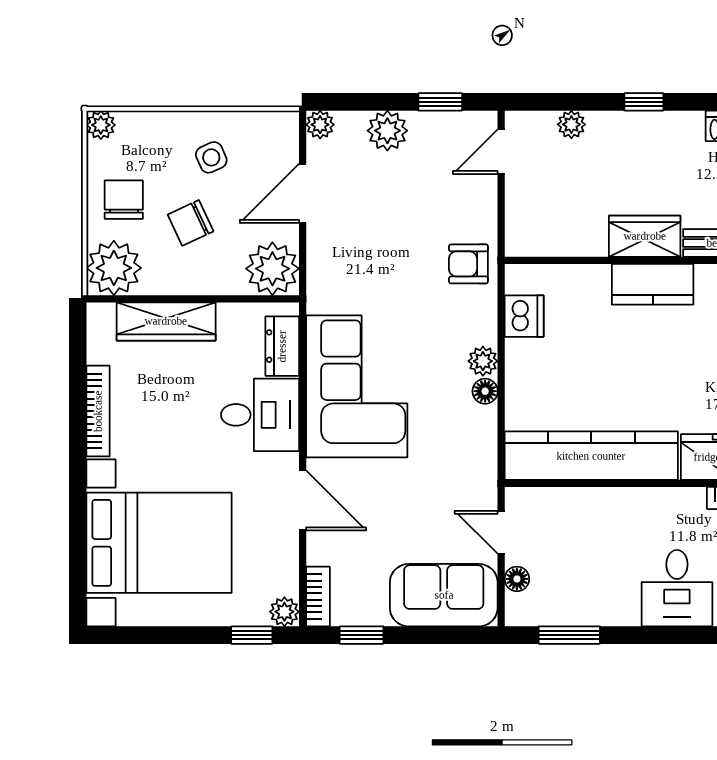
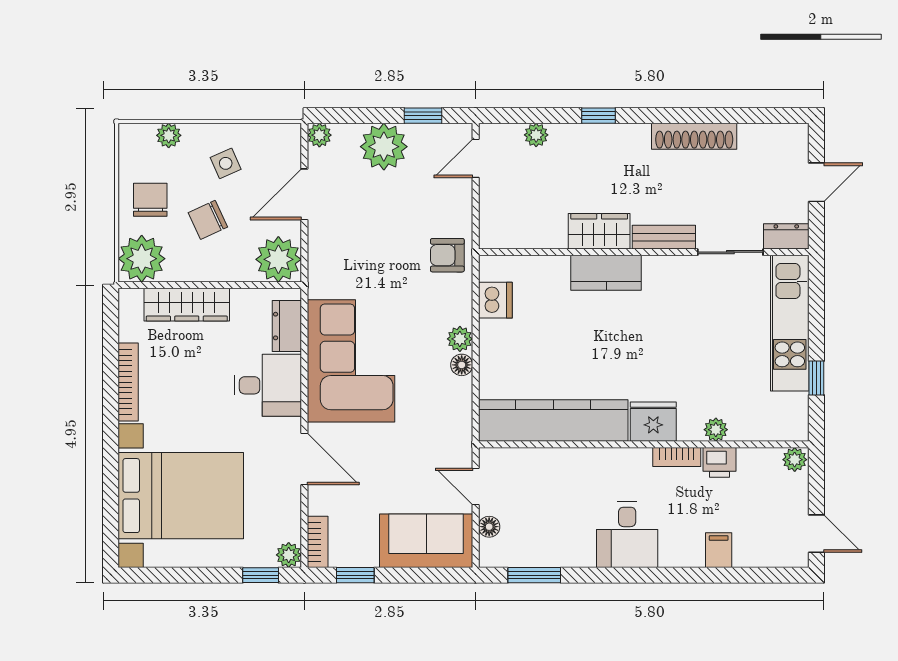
plant: (101, 125) -> (169, 135), moved
plant: (387, 131) -> (384, 147), width x1.36, depth x1.36

